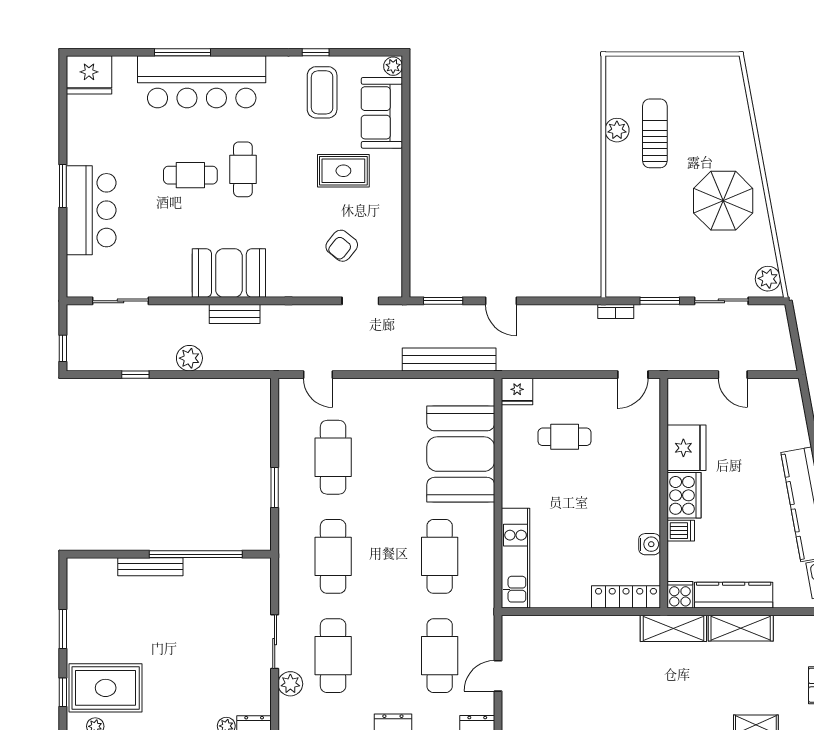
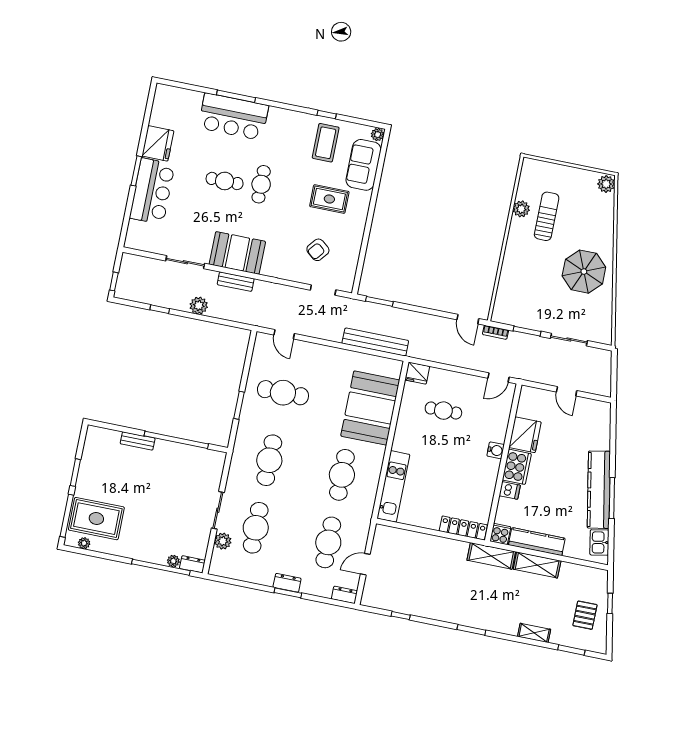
fridge: (89, 75) -> (158, 143), moved, turned -90
bar counter: (202, 82) -> (233, 117), width x0.73
plant: (768, 279) -> (606, 184), moved
sliding door: (120, 301) -> (185, 262), moved
door: (501, 301) -> (468, 319), moved
cafe table: (333, 457) -> (283, 393), turned 90
water cooler: (650, 544) -> (496, 450), moved
bench: (150, 567) -> (138, 441), width x0.73
window: (63, 692) -> (67, 516), width x2.17

